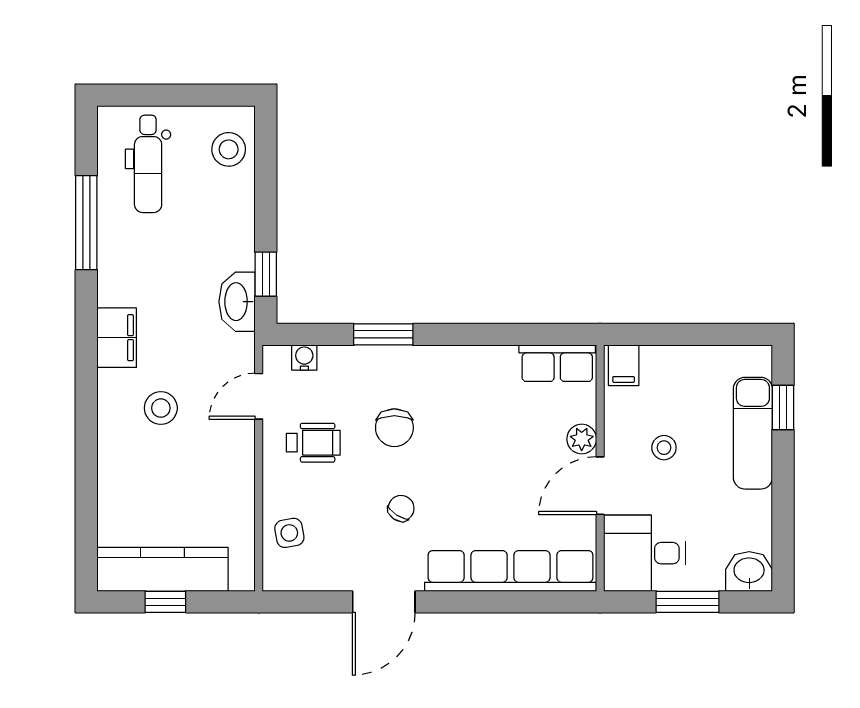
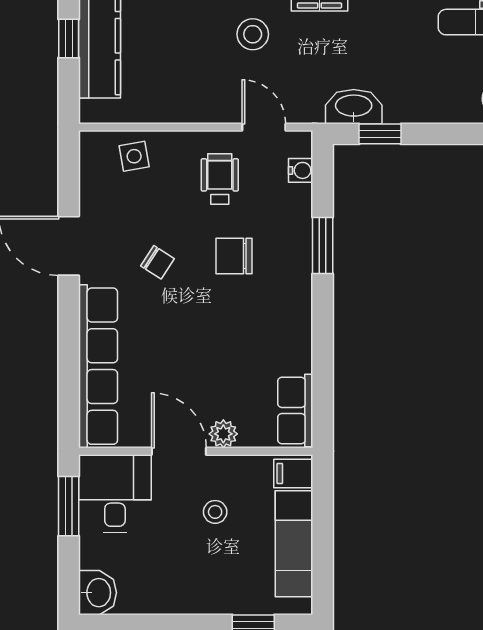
exam couch: (753, 433) -> (294, 544), moved, turned -90
wheelchair: (313, 443) -> (220, 179), turned 180
window: (688, 602) -> (69, 506), moved

